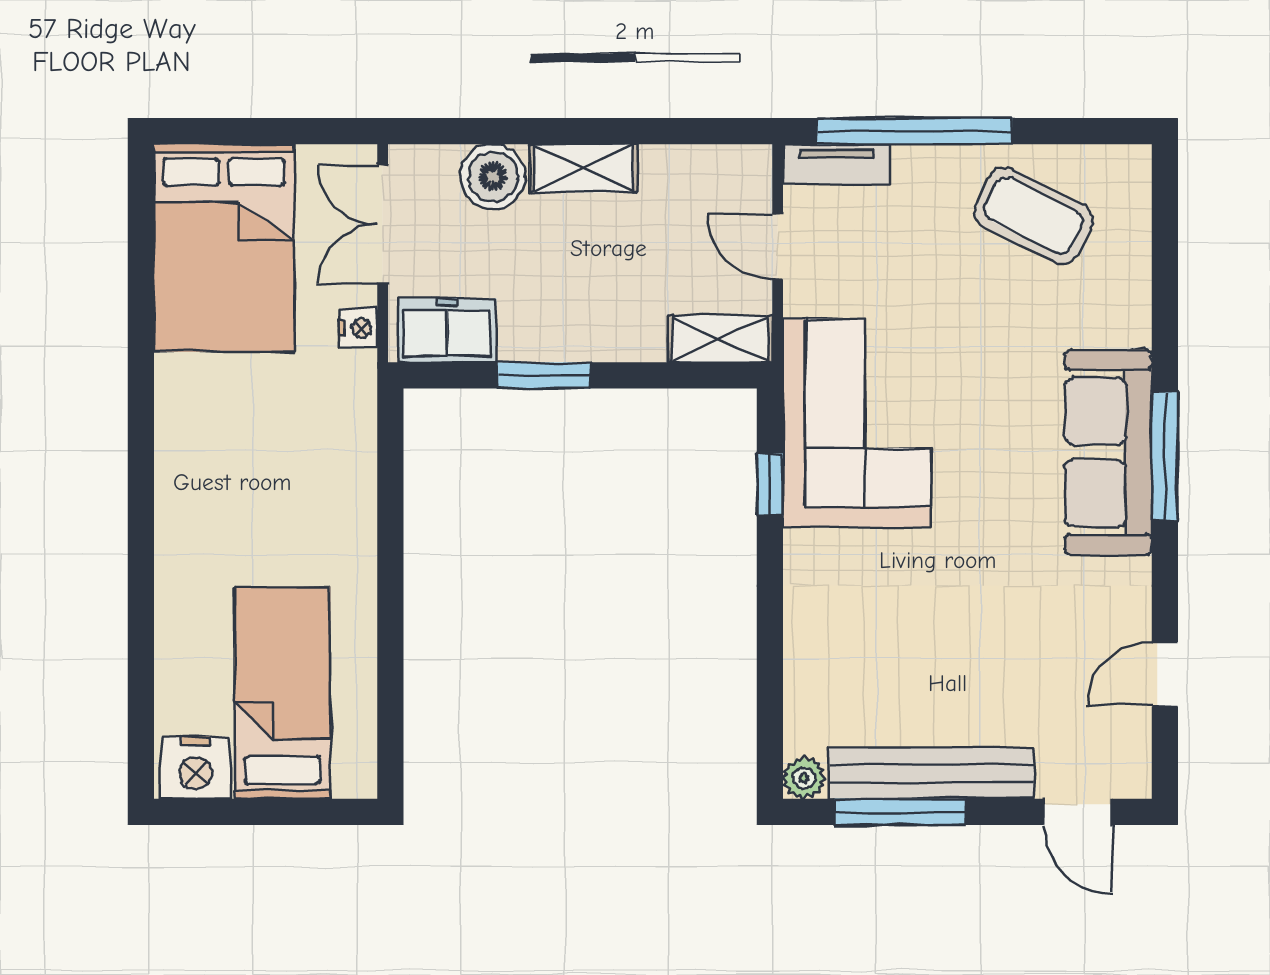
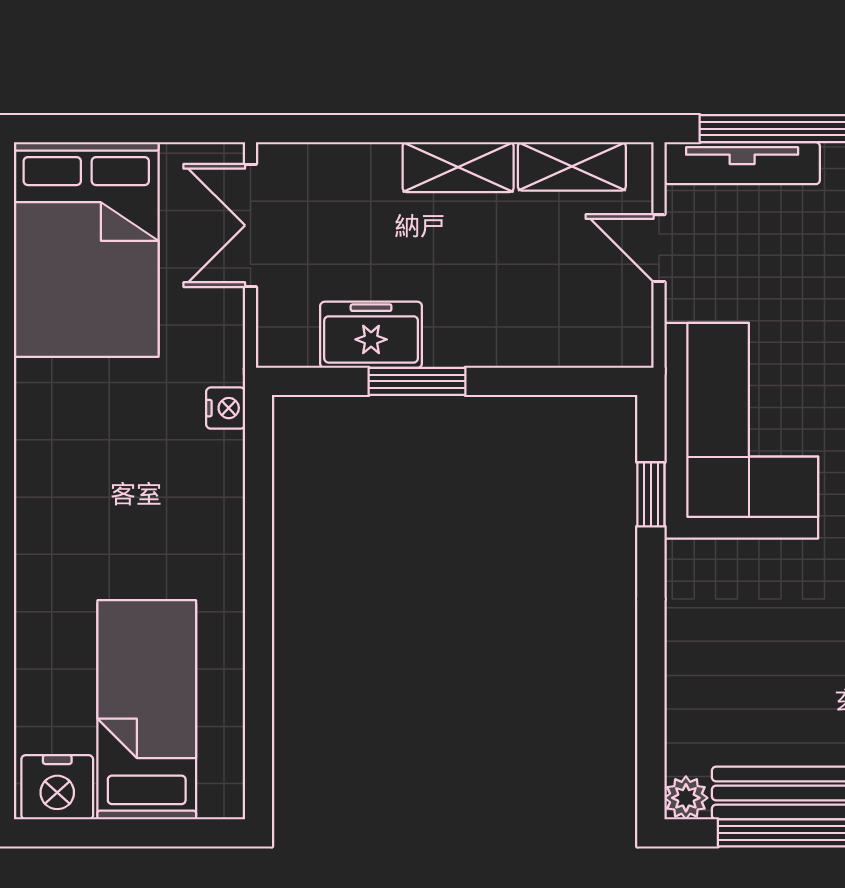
tv unit: (836, 164) -> (742, 163), width x1.41
boiler: (493, 177) -> (365, 176), removed
nightstand: (359, 328) -> (226, 408), moved
freezer: (447, 330) -> (371, 335), moved
shelving: (720, 339) -> (572, 166), moved

